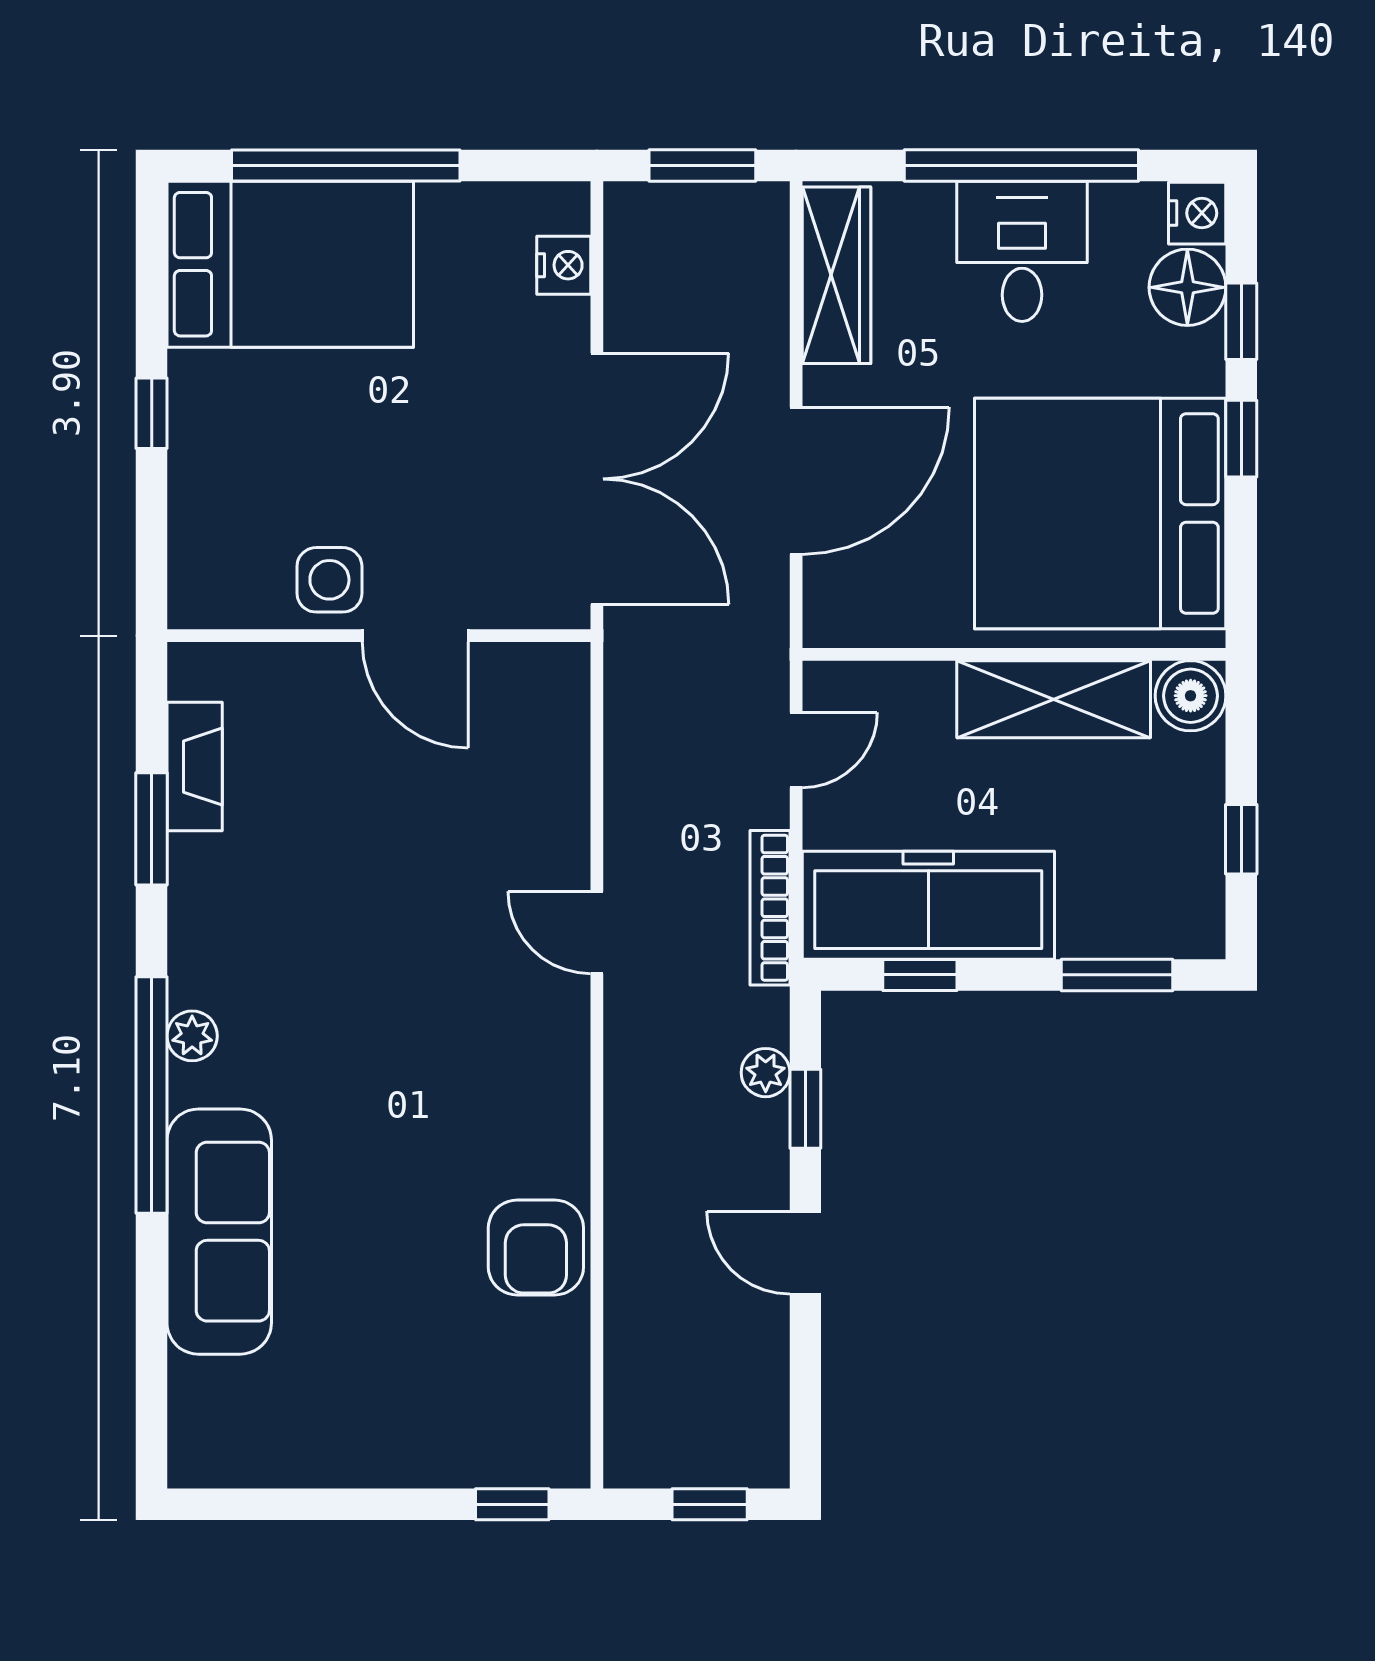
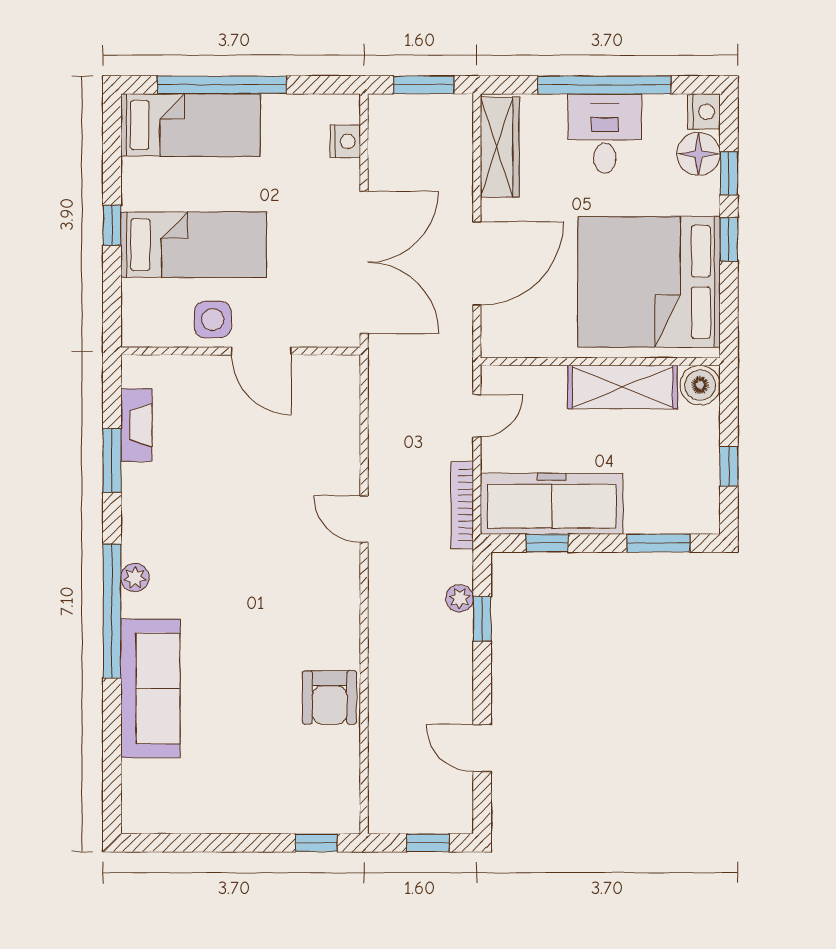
bed: (290, 264) -> (191, 125), width x0.67
bed: (296, 448) -> (194, 245), added
door: (805, 1253) -> (482, 748), moved

